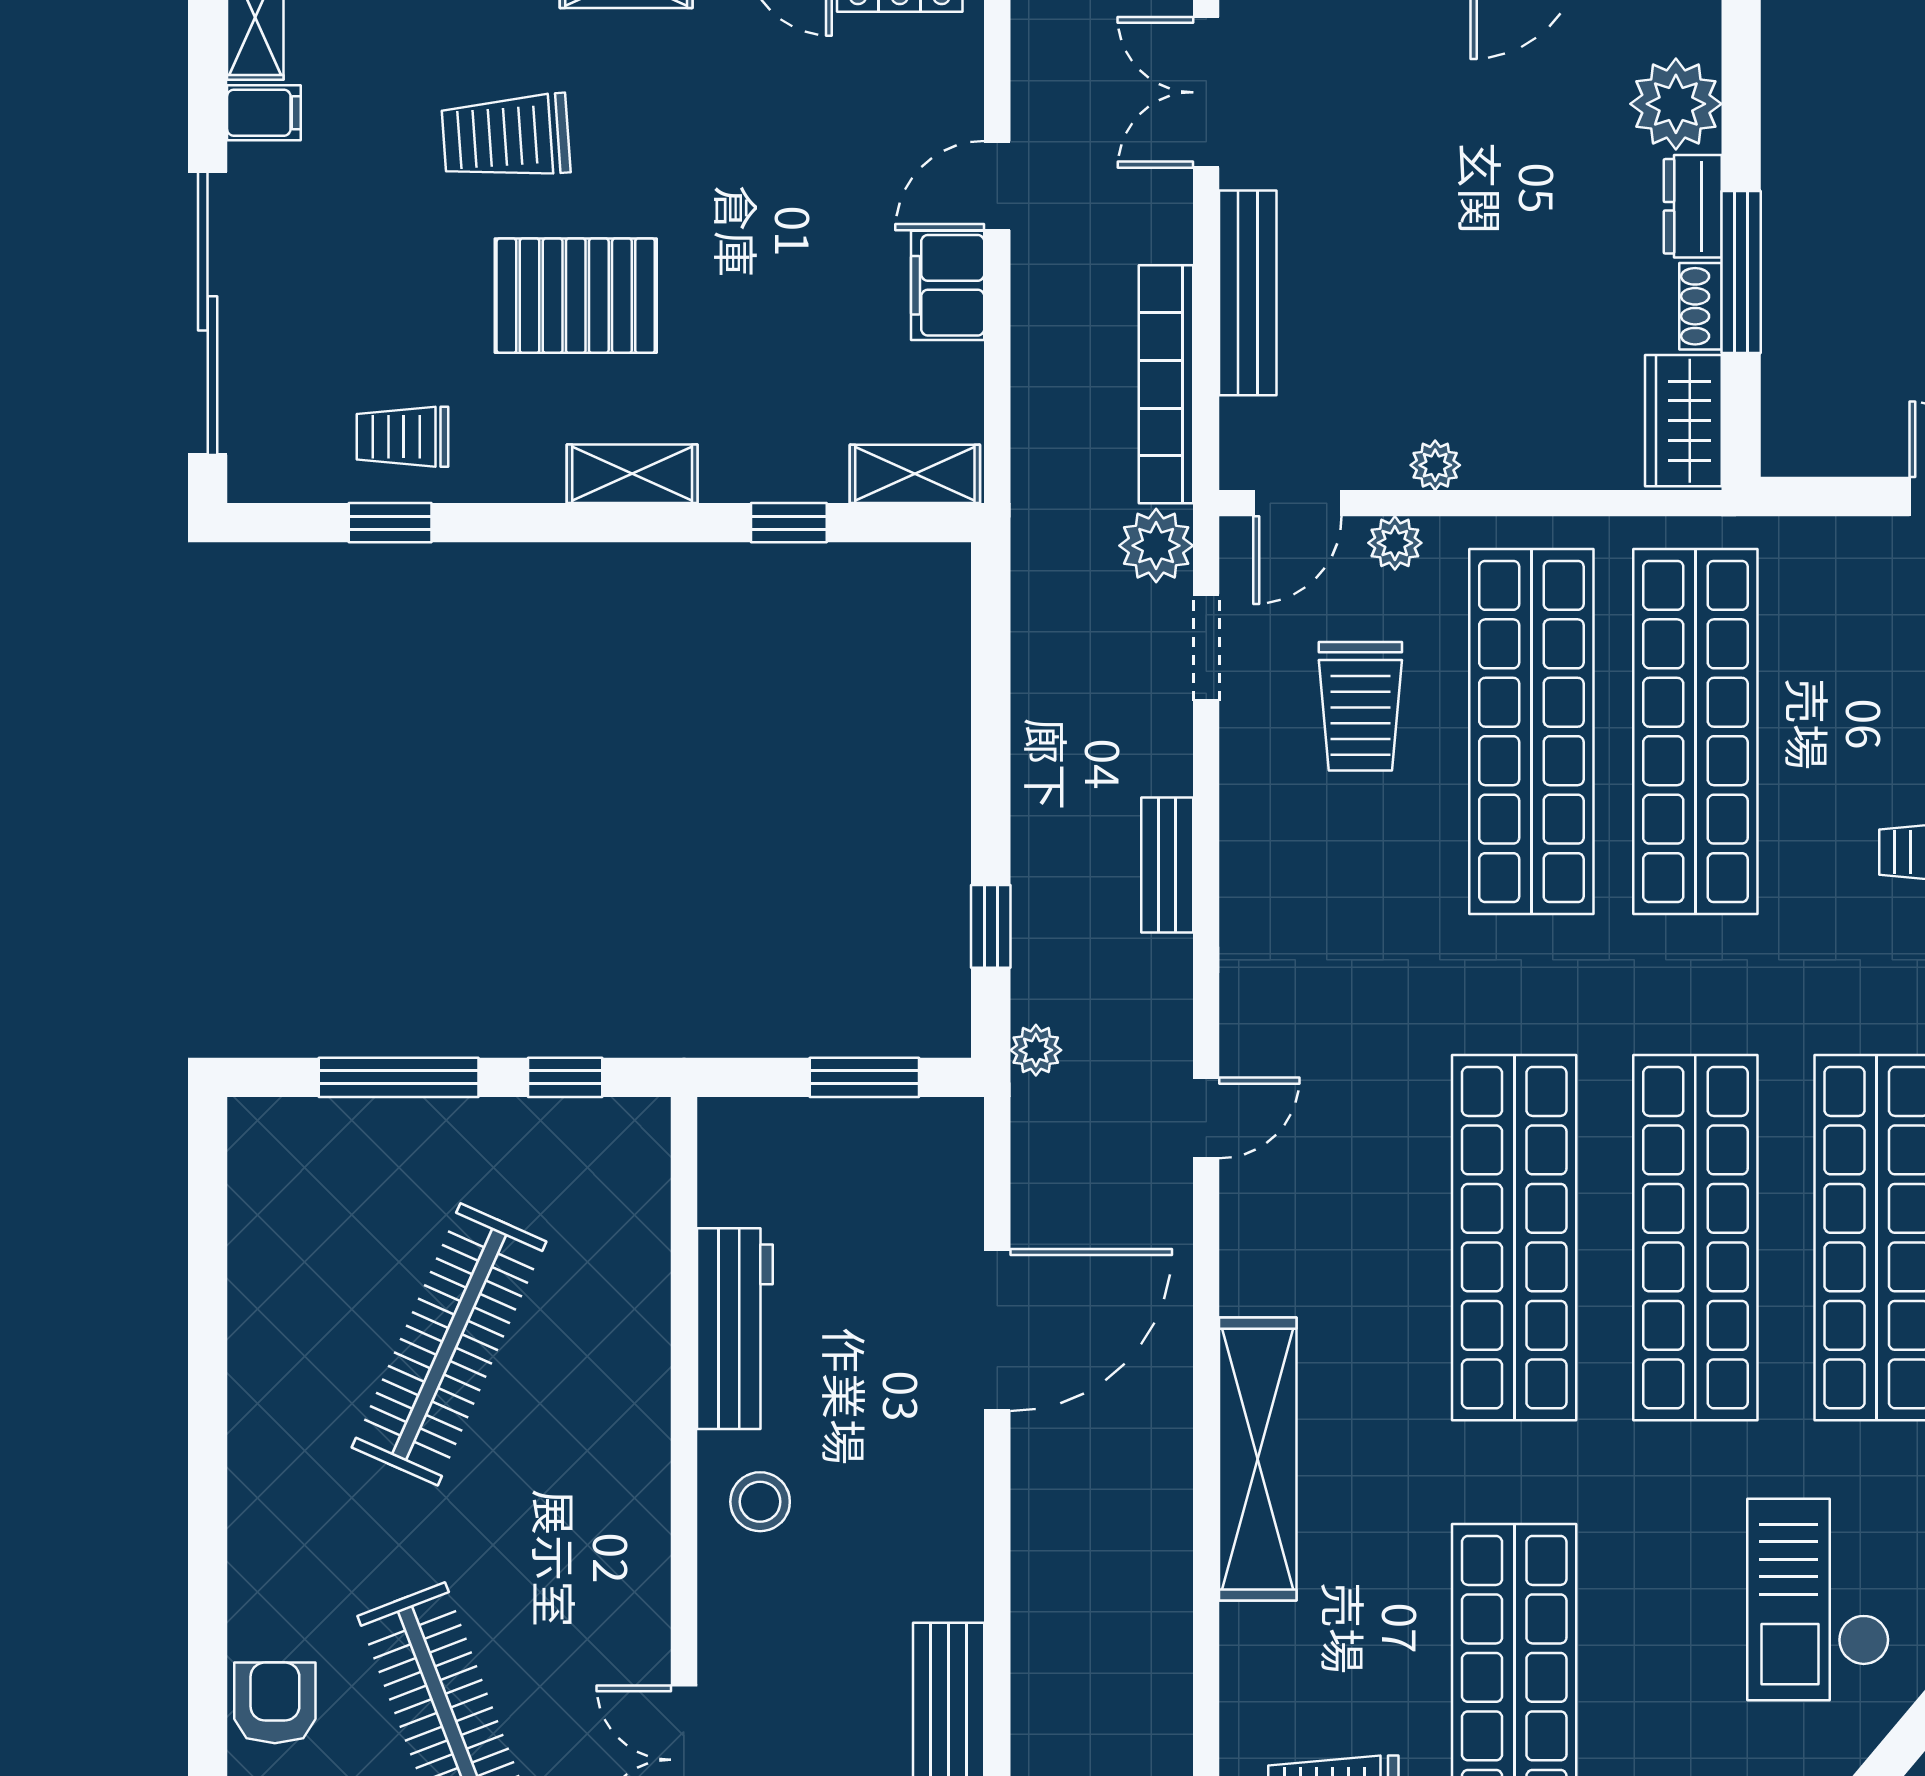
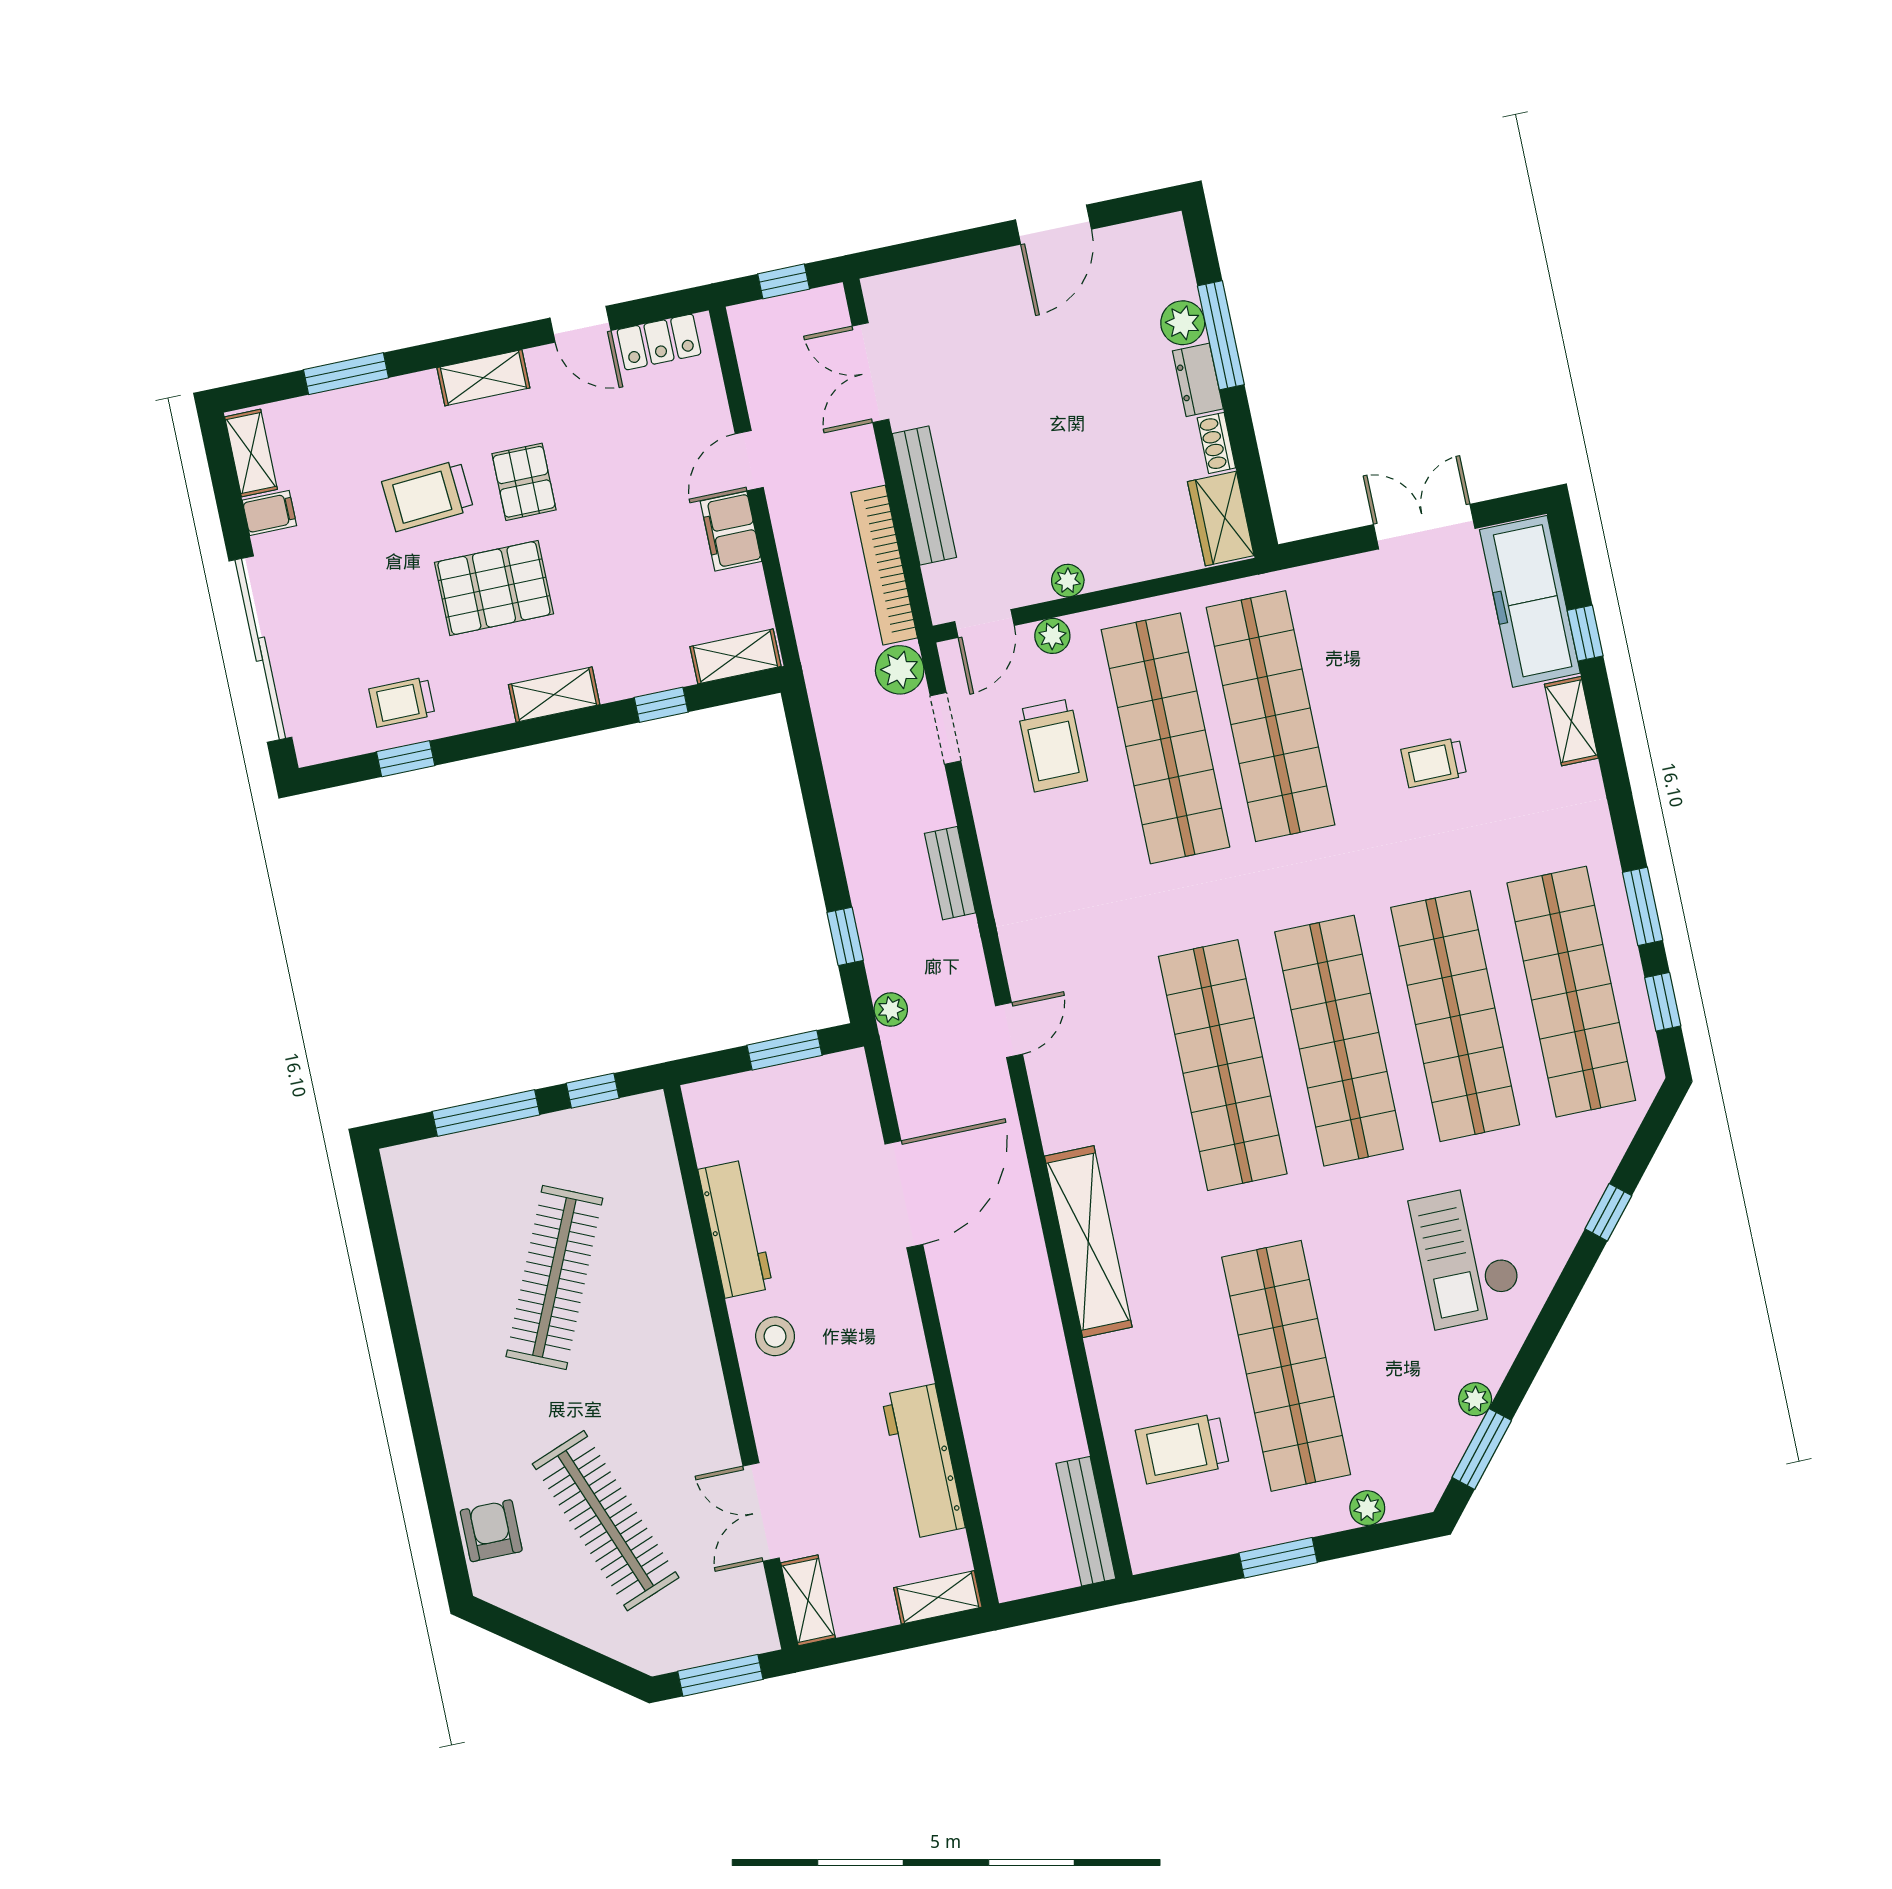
plant: (1676, 104) -> (1183, 323), width x0.73, depth x0.73
pallet: (654, 146) -> (524, 482), added
window: (1741, 272) -> (1221, 335), moved

